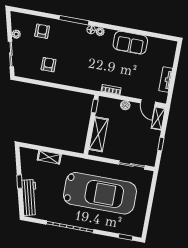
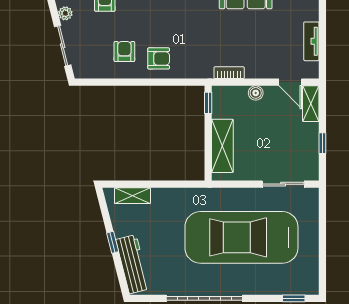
armchair: (69, 73) -> (159, 58), added
shelving: (49, 157) -> (132, 196), moved
car: (100, 193) -> (241, 237), turned 180

